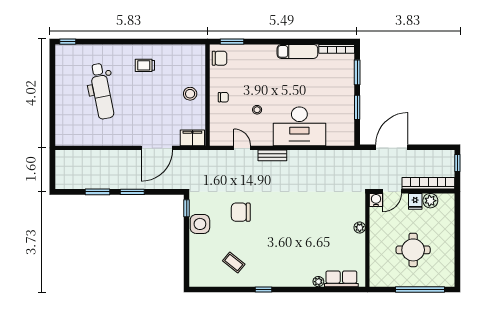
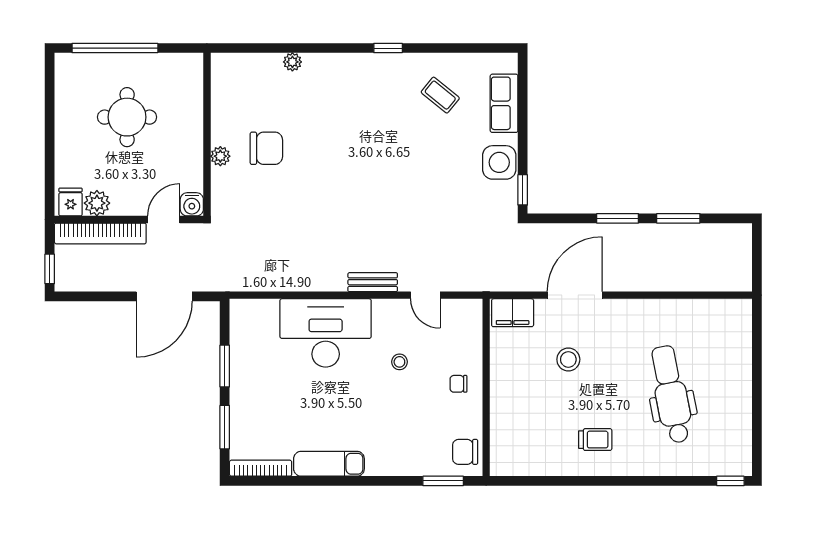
stool: (190, 94) -> (568, 359), moved
fridge: (415, 201) -> (71, 202), moved
chair: (241, 212) -> (266, 148), moved
row of seats: (341, 279) -> (504, 103), moved, turned 90

